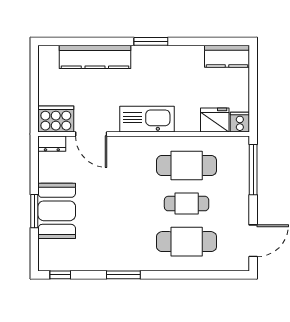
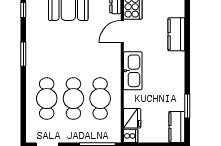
window: (151, 41) -> (187, 106), moved
kitchen counter: (95, 57) -> (176, 34), width x0.67
cafe table: (187, 204) -> (73, 99), width x1.37, depth x1.35

